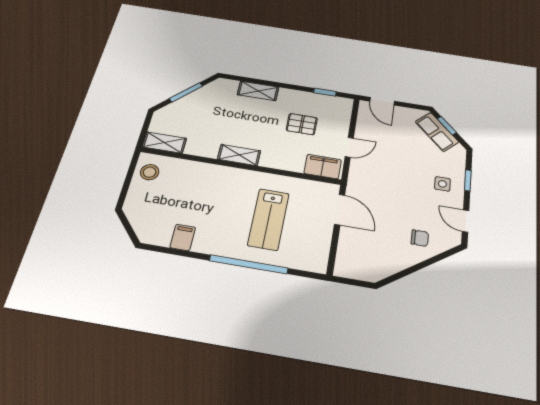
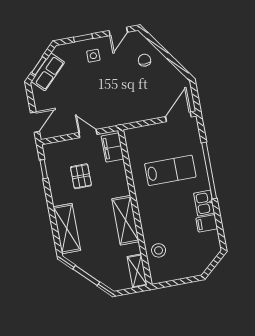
shelving: (258, 91) -> (67, 229), width x1.50, depth x1.33
shelving: (239, 155) -> (125, 220), width x1.50, depth x1.33
stool: (150, 172) -> (159, 250), moved
door: (340, 210) -> (178, 117), moved
kitchen sink: (210, 243) -> (204, 203), added

